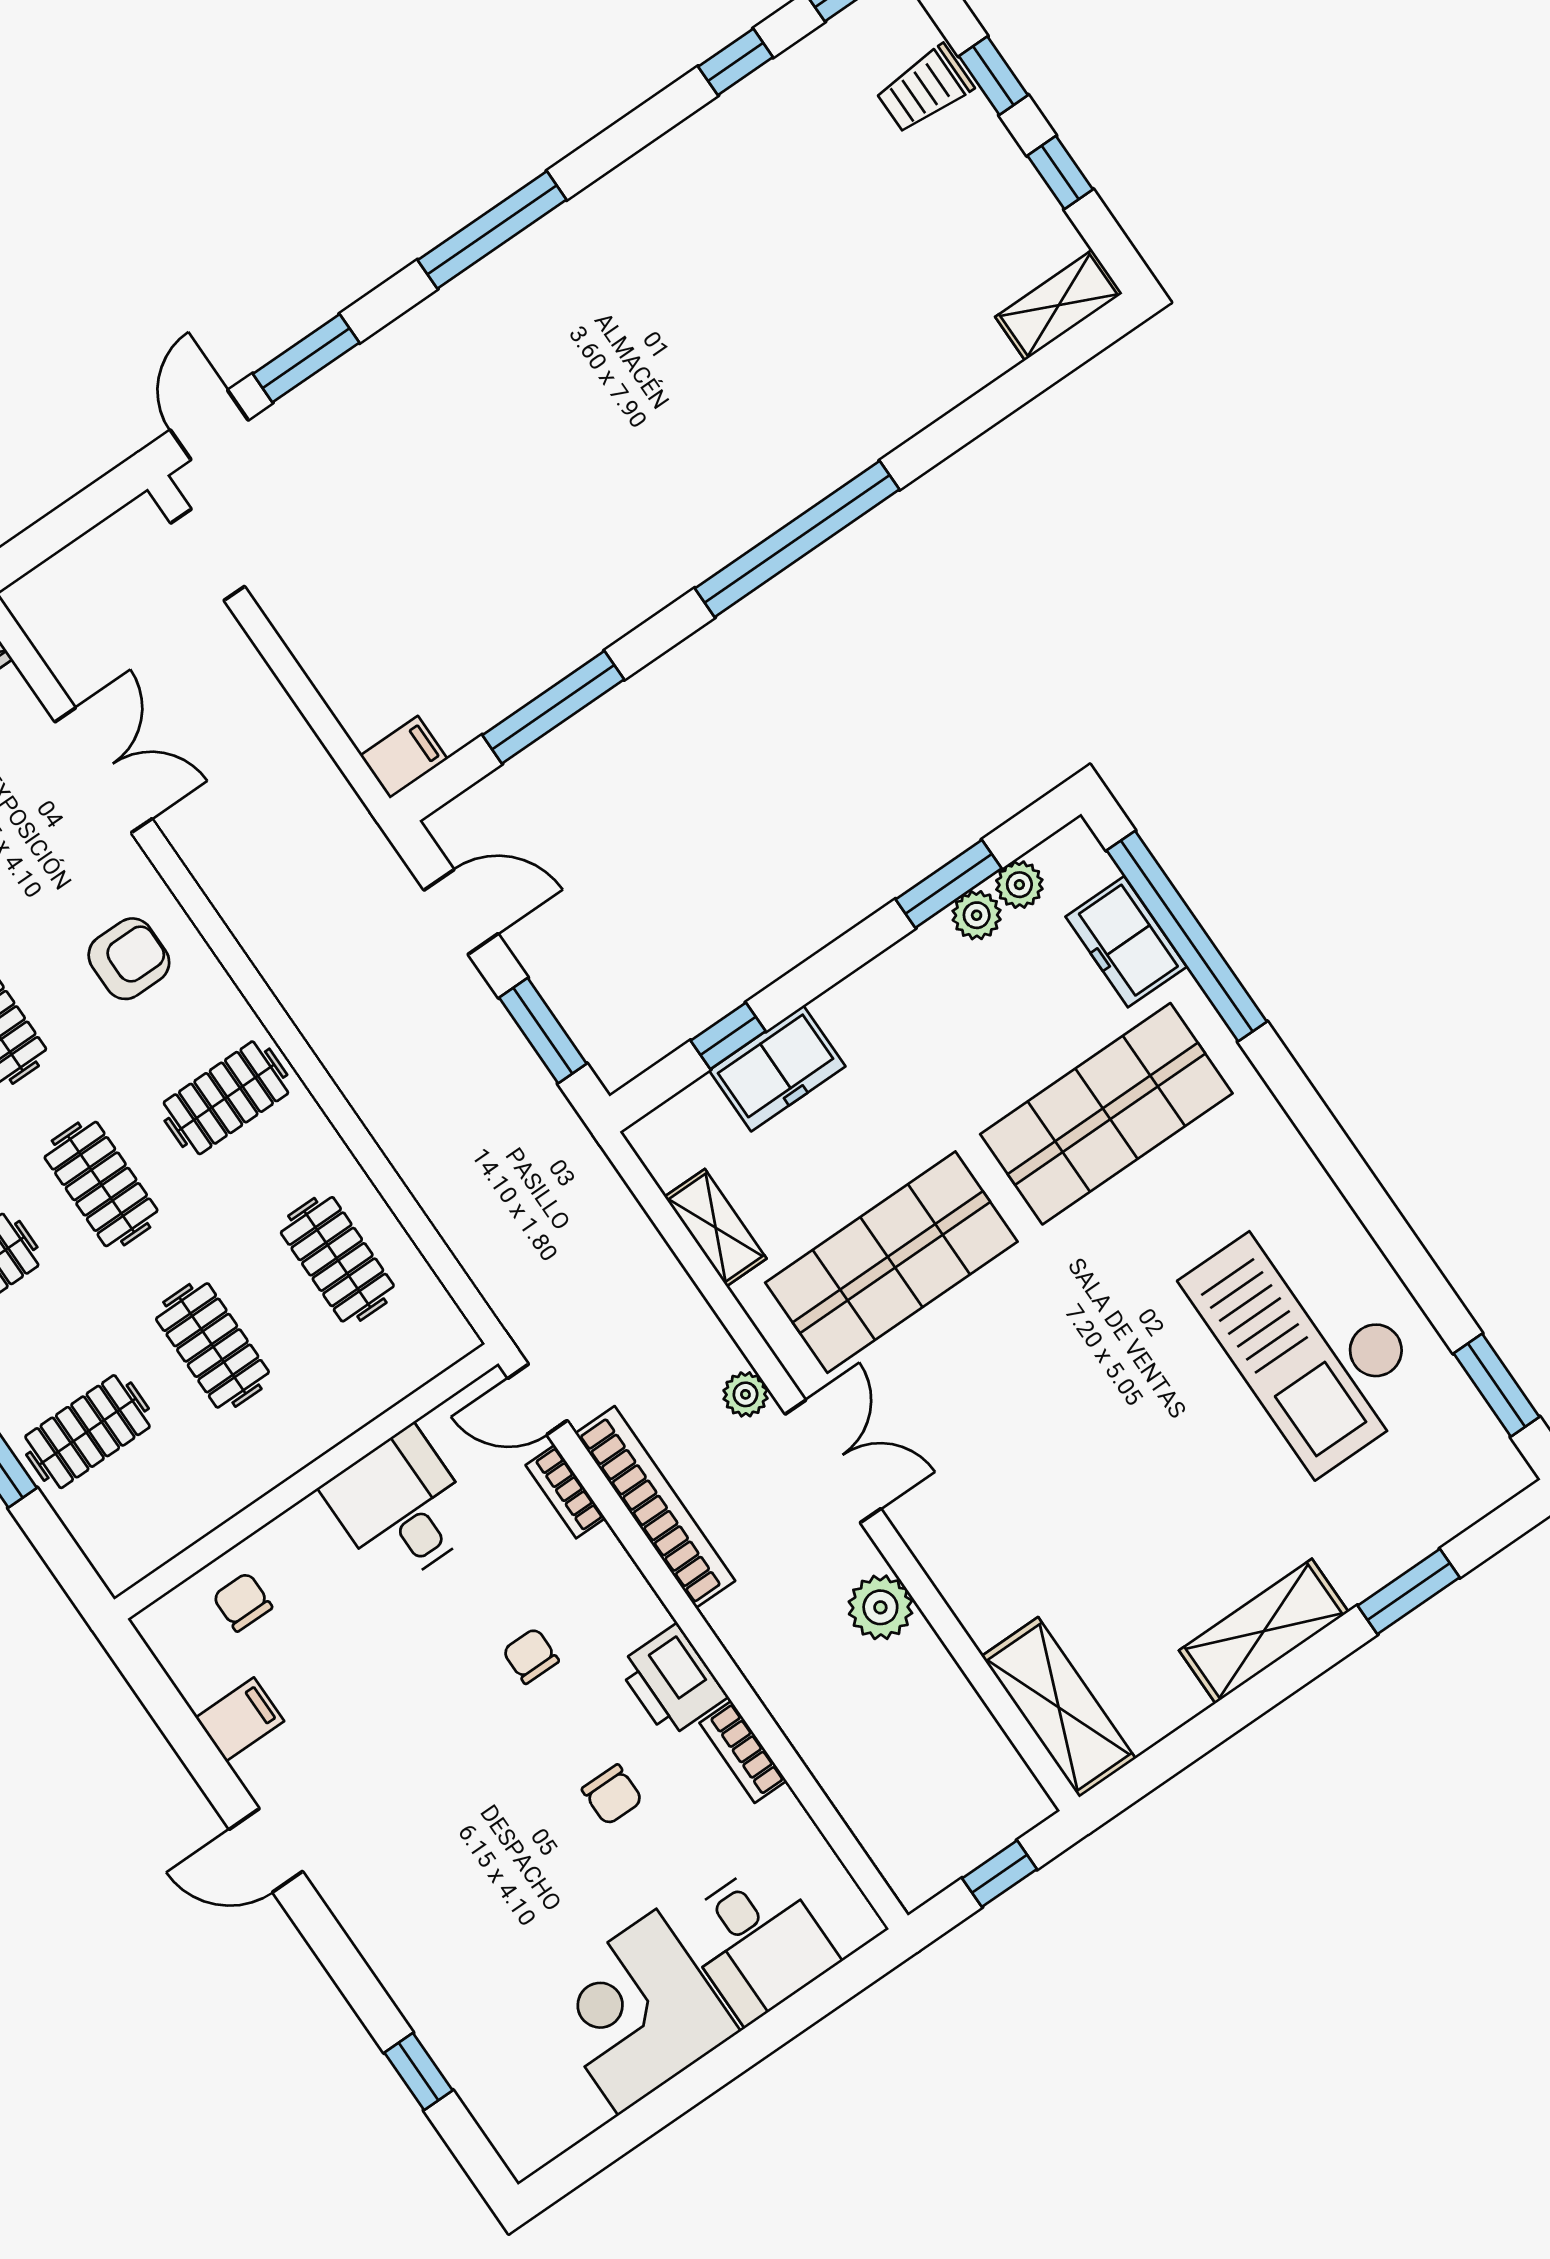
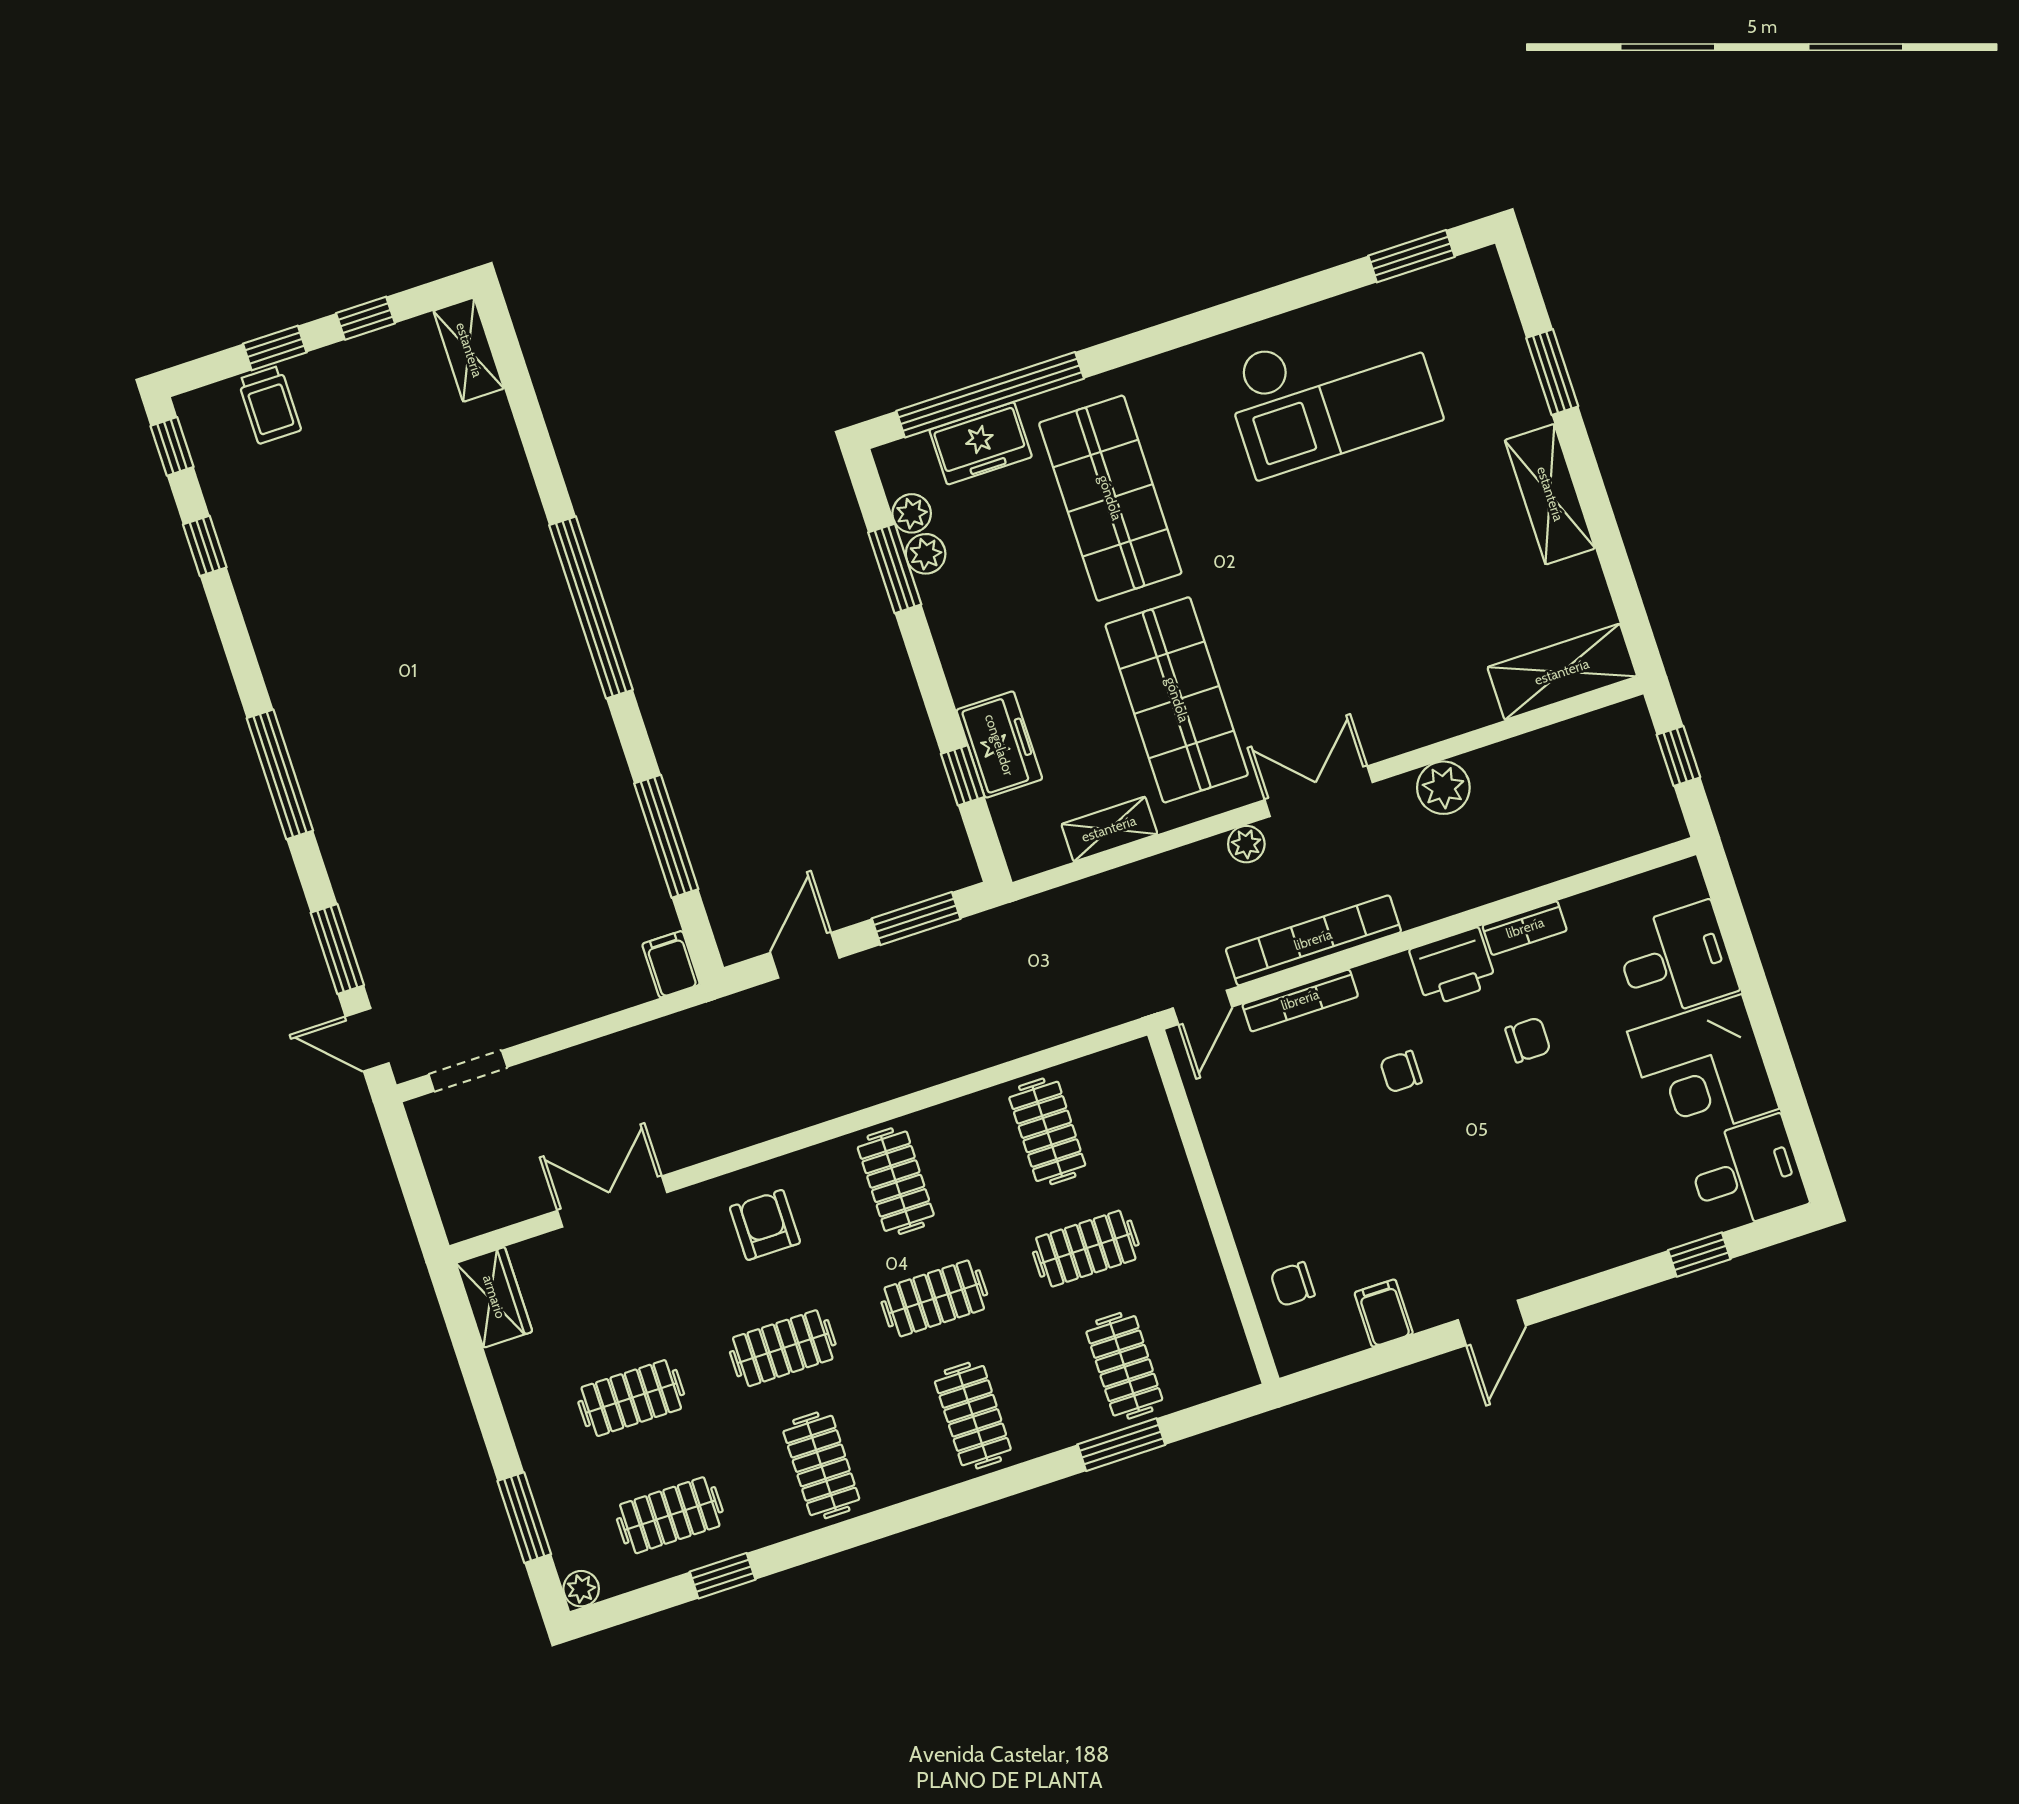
clothes rail: (337, 1259) -> (1047, 1131), turned 90
bookcase: (565, 1492) -> (1300, 1000), width x1.56
desk: (401, 1507) -> (1747, 1174), moved, turned 180

